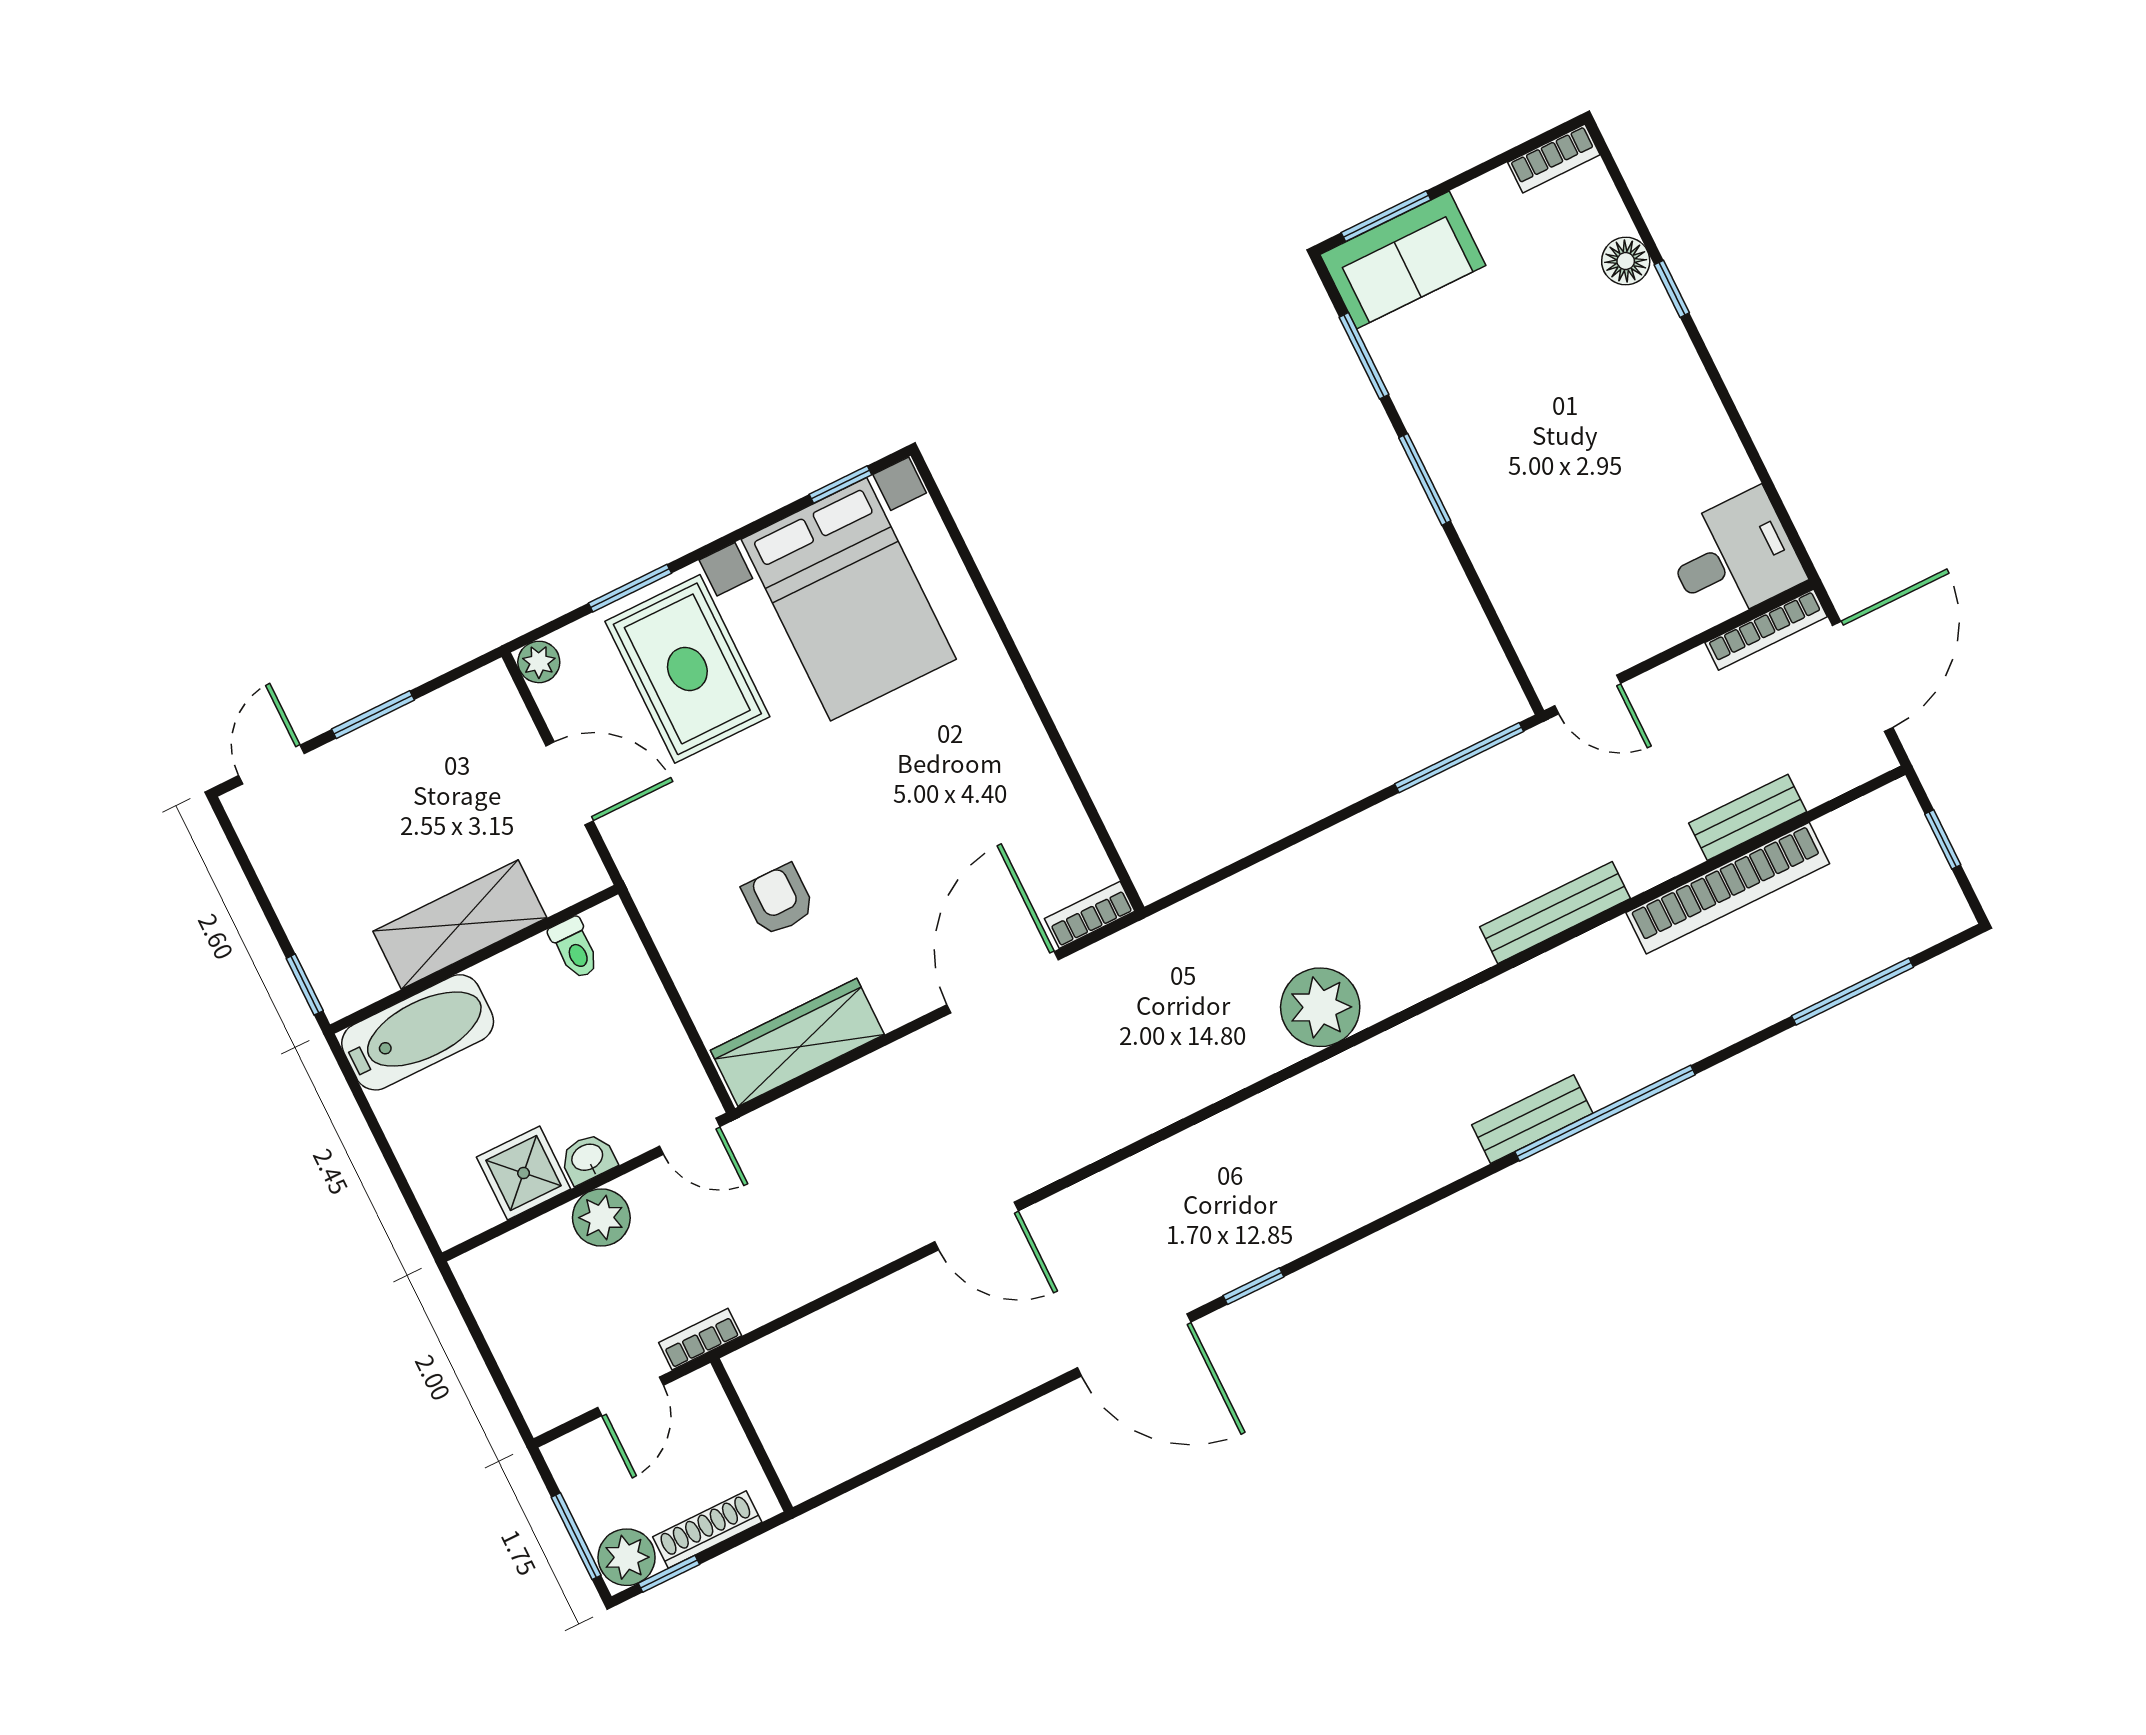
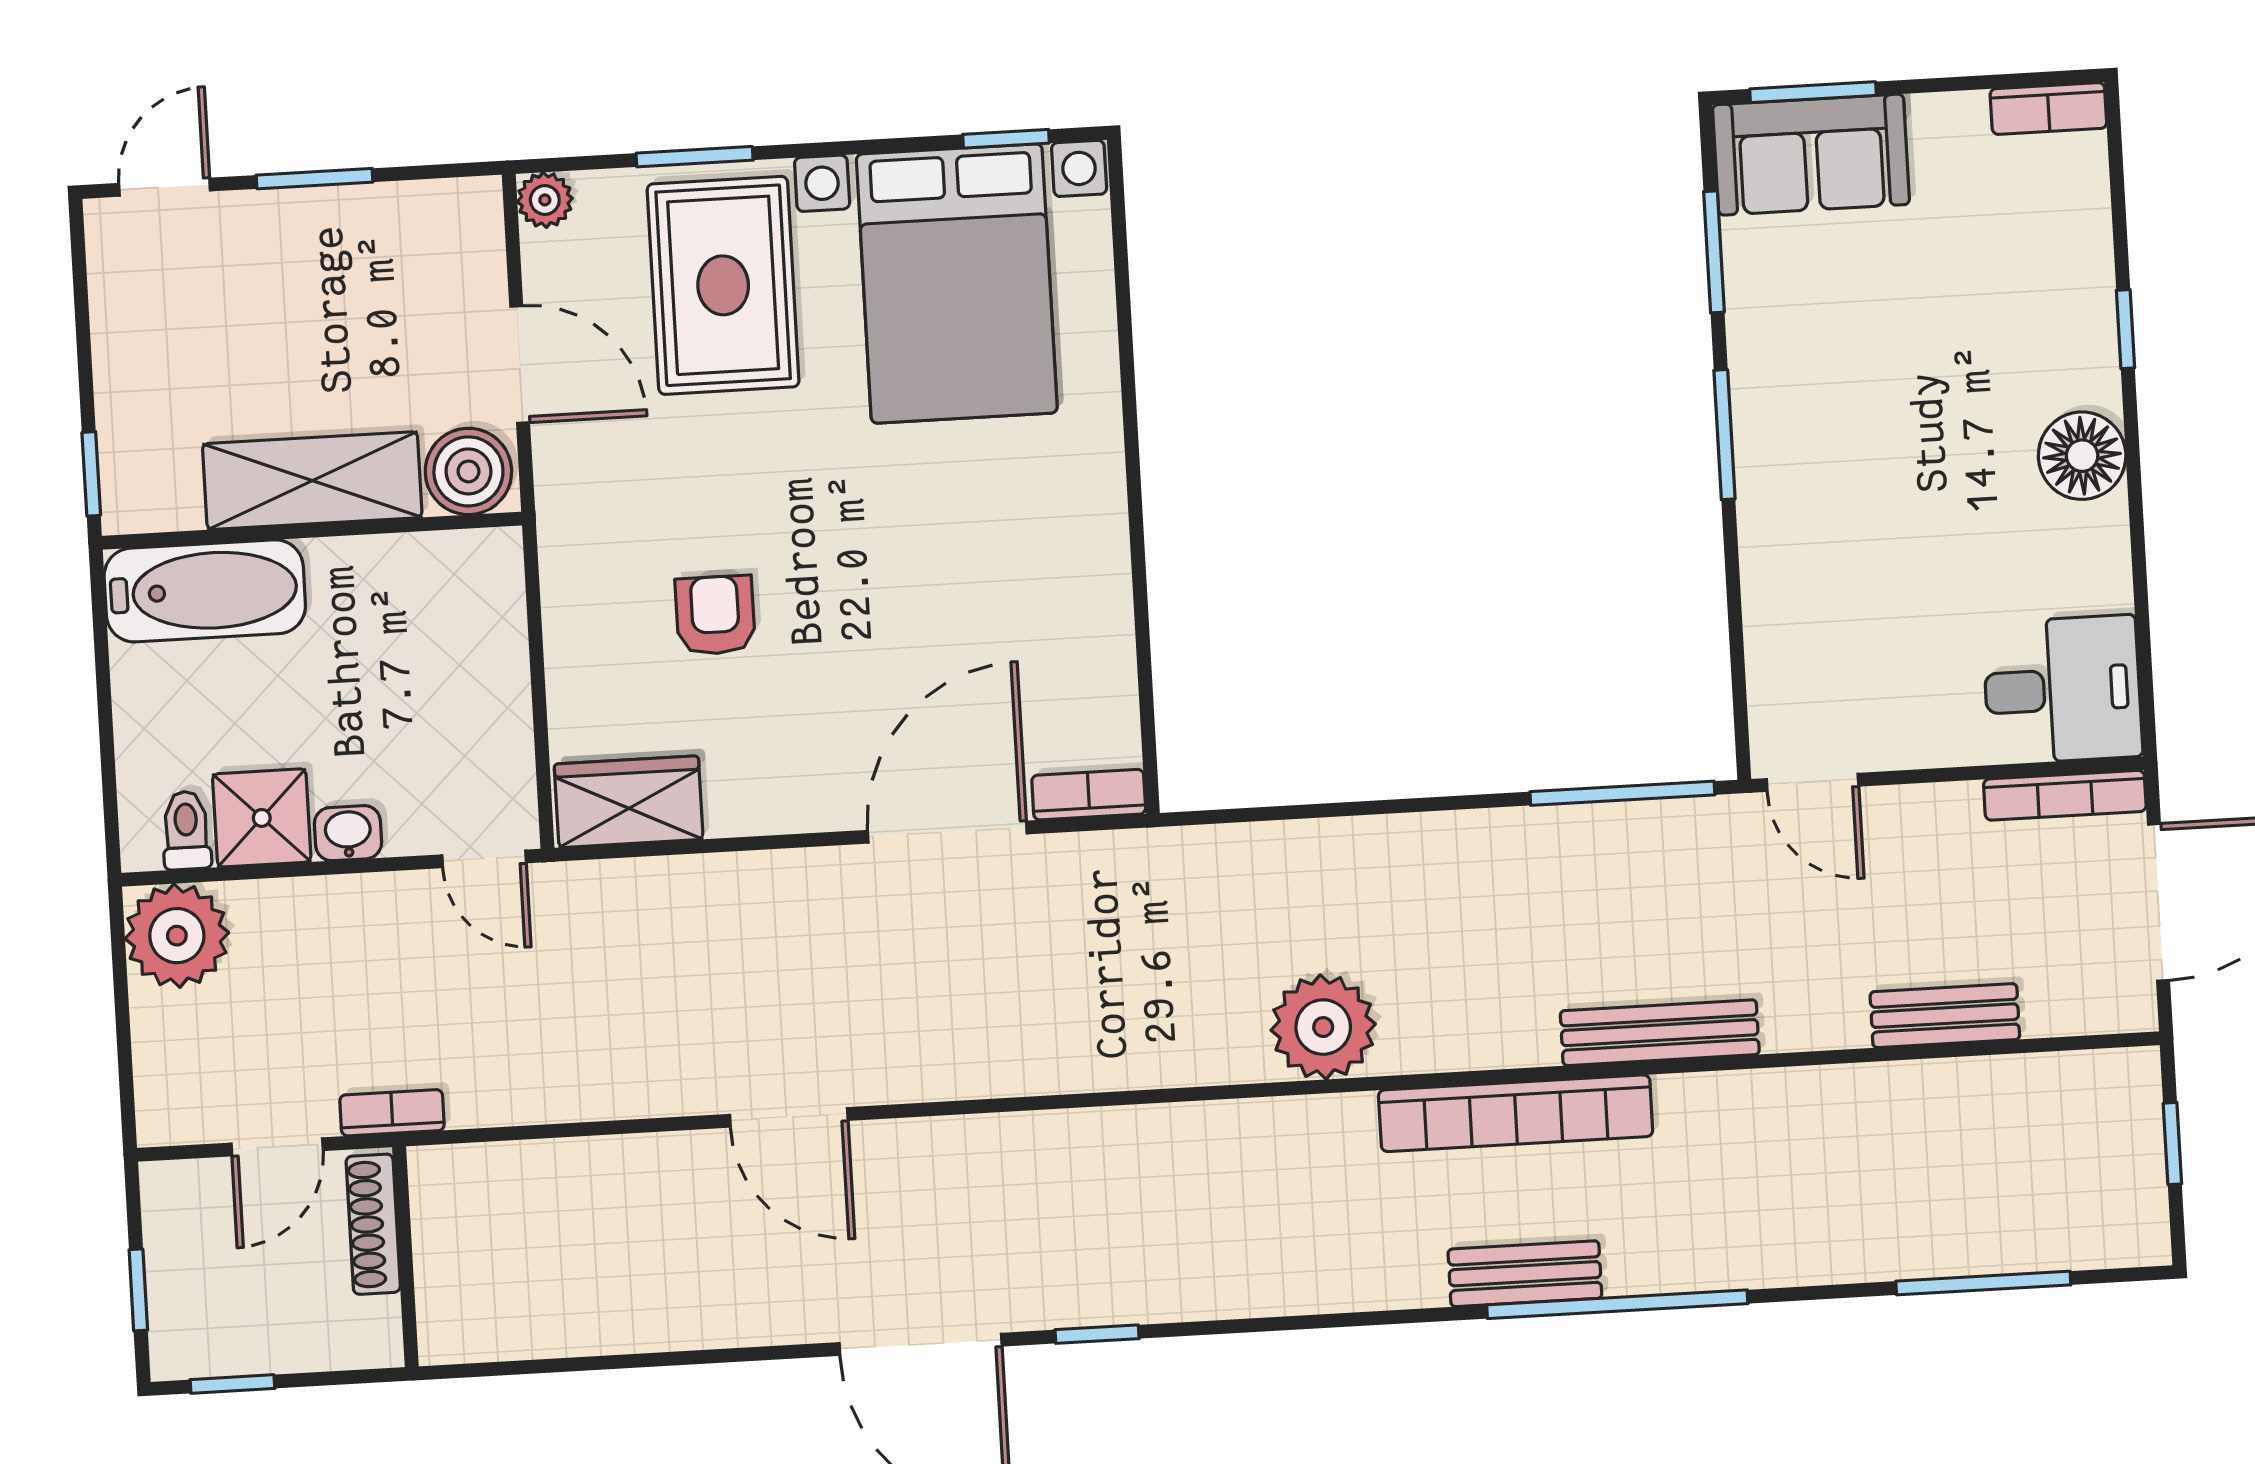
floor lamp: (1626, 261) -> (2082, 456), moved, width x1.38, depth x1.38
boiler: (565, 872) -> (468, 471), added
bookcase: (1728, 888) -> (1516, 1113), moved
toilet: (575, 948) -> (186, 830), moved, turned 180
wardrobe: (797, 1042) -> (629, 802), width x0.67
plant: (601, 1218) -> (177, 936), moved, width x1.36, depth x1.36
shoe rack: (707, 1529) -> (373, 1224), moved, turned -90
window: (576, 1536) -> (138, 1290), width x0.67
plant: (627, 1557) -> (189, 1342), removed

